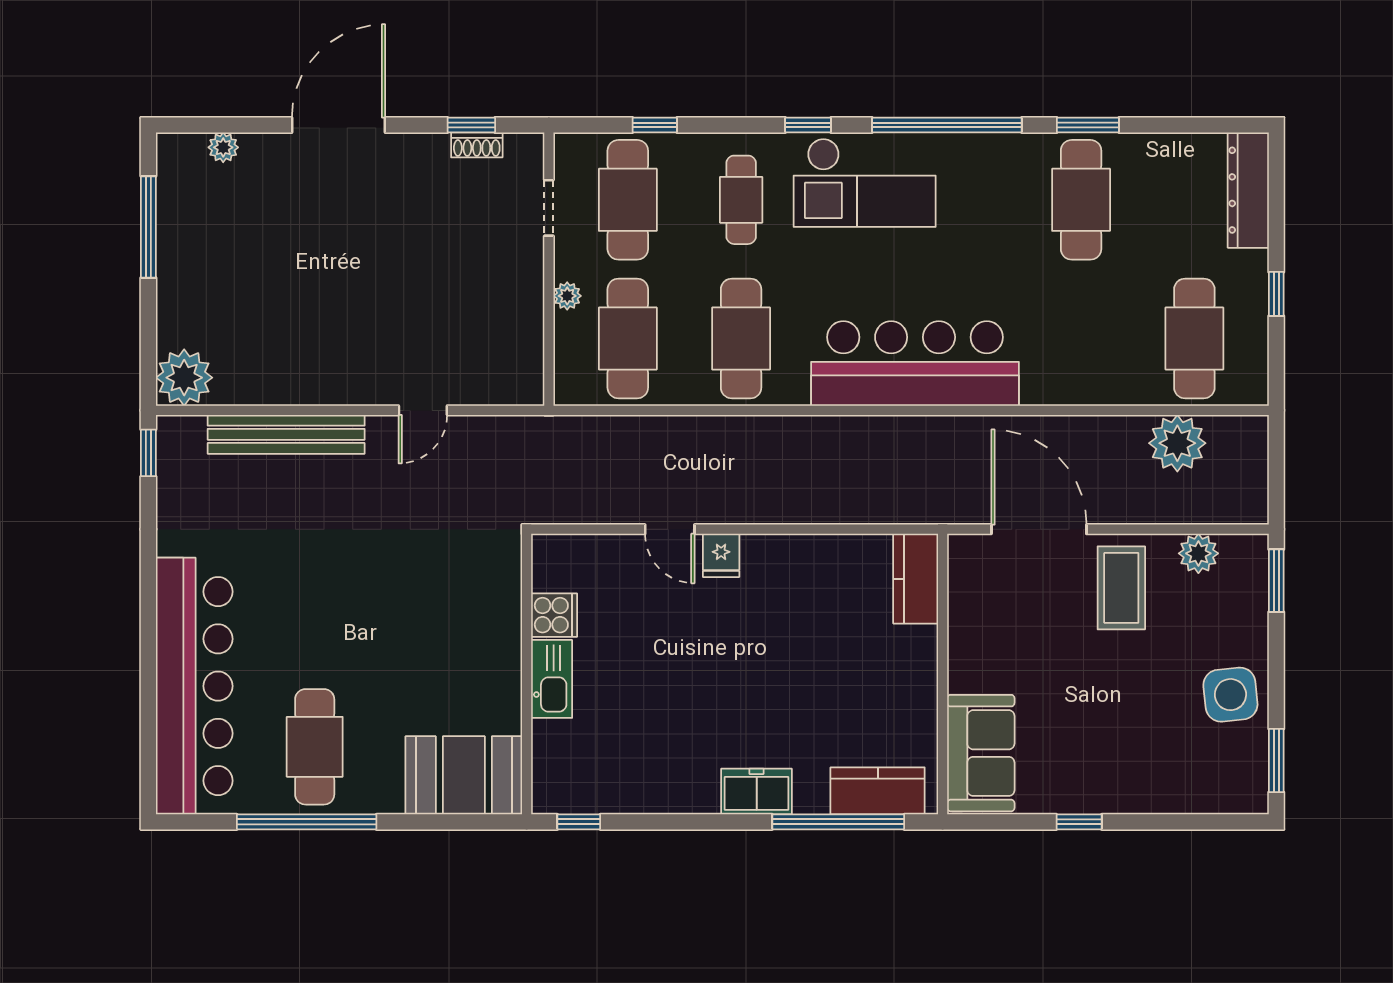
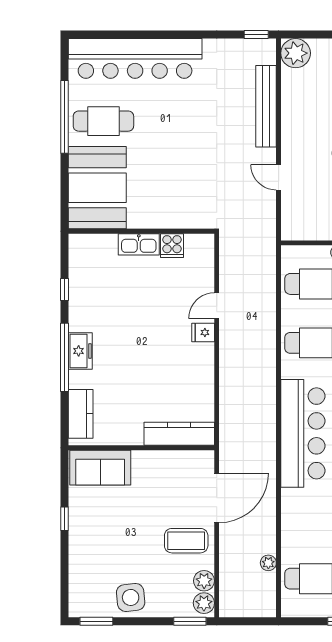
plant: (1177, 443) -> (268, 563), width x0.53, depth x0.53
plant: (1241, 554) -> (204, 603), added
kitchen counter: (916, 579) -> (179, 434), width x1.50
booth: (464, 775) -> (97, 188), width x1.36, depth x1.42
window: (579, 822) -> (64, 289), moved
window: (838, 822) -> (64, 357), moved

